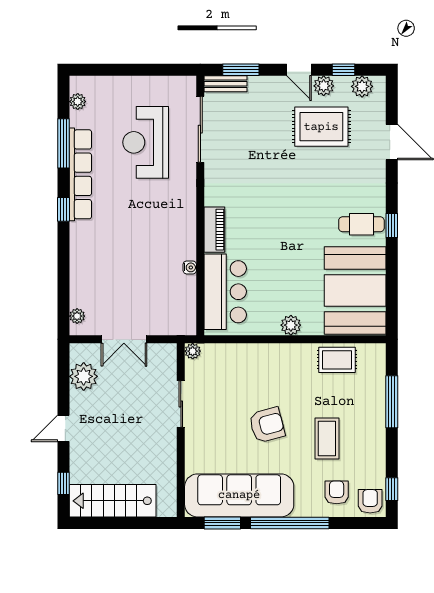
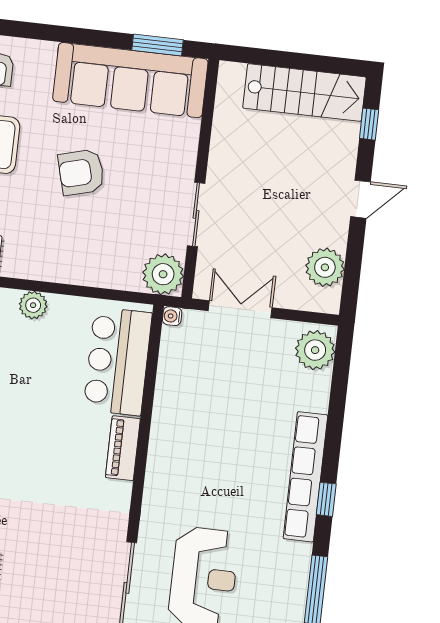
row of seats: (80, 174) -> (305, 477), moved
water cooler: (190, 267) -> (172, 316), moved
plant: (77, 316) -> (315, 350), width x1.87, depth x1.87
double door: (124, 339) -> (240, 309), moved
plant: (193, 351) -> (163, 274), width x1.88, depth x1.88
window: (290, 523) -> (65, 35), removed

